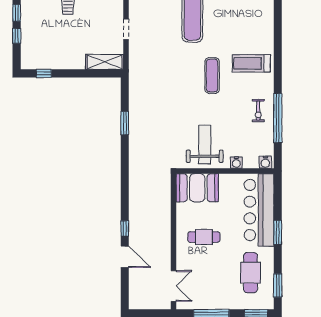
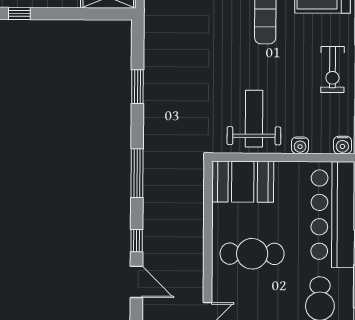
exercise bike: (258, 111) -> (333, 70), width x1.38, depth x1.39
window: (125, 182) -> (137, 173), added
cafe table: (204, 237) -> (252, 254), width x1.37, depth x1.35

